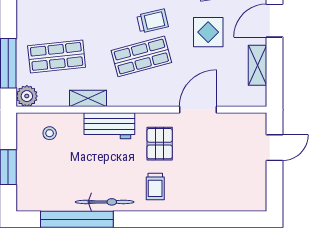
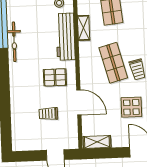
shelving: (258, 65) -> (97, 142), moved
workbench: (109, 126) -> (65, 37), width x1.37
trolley: (155, 186) -> (48, 114), moved

